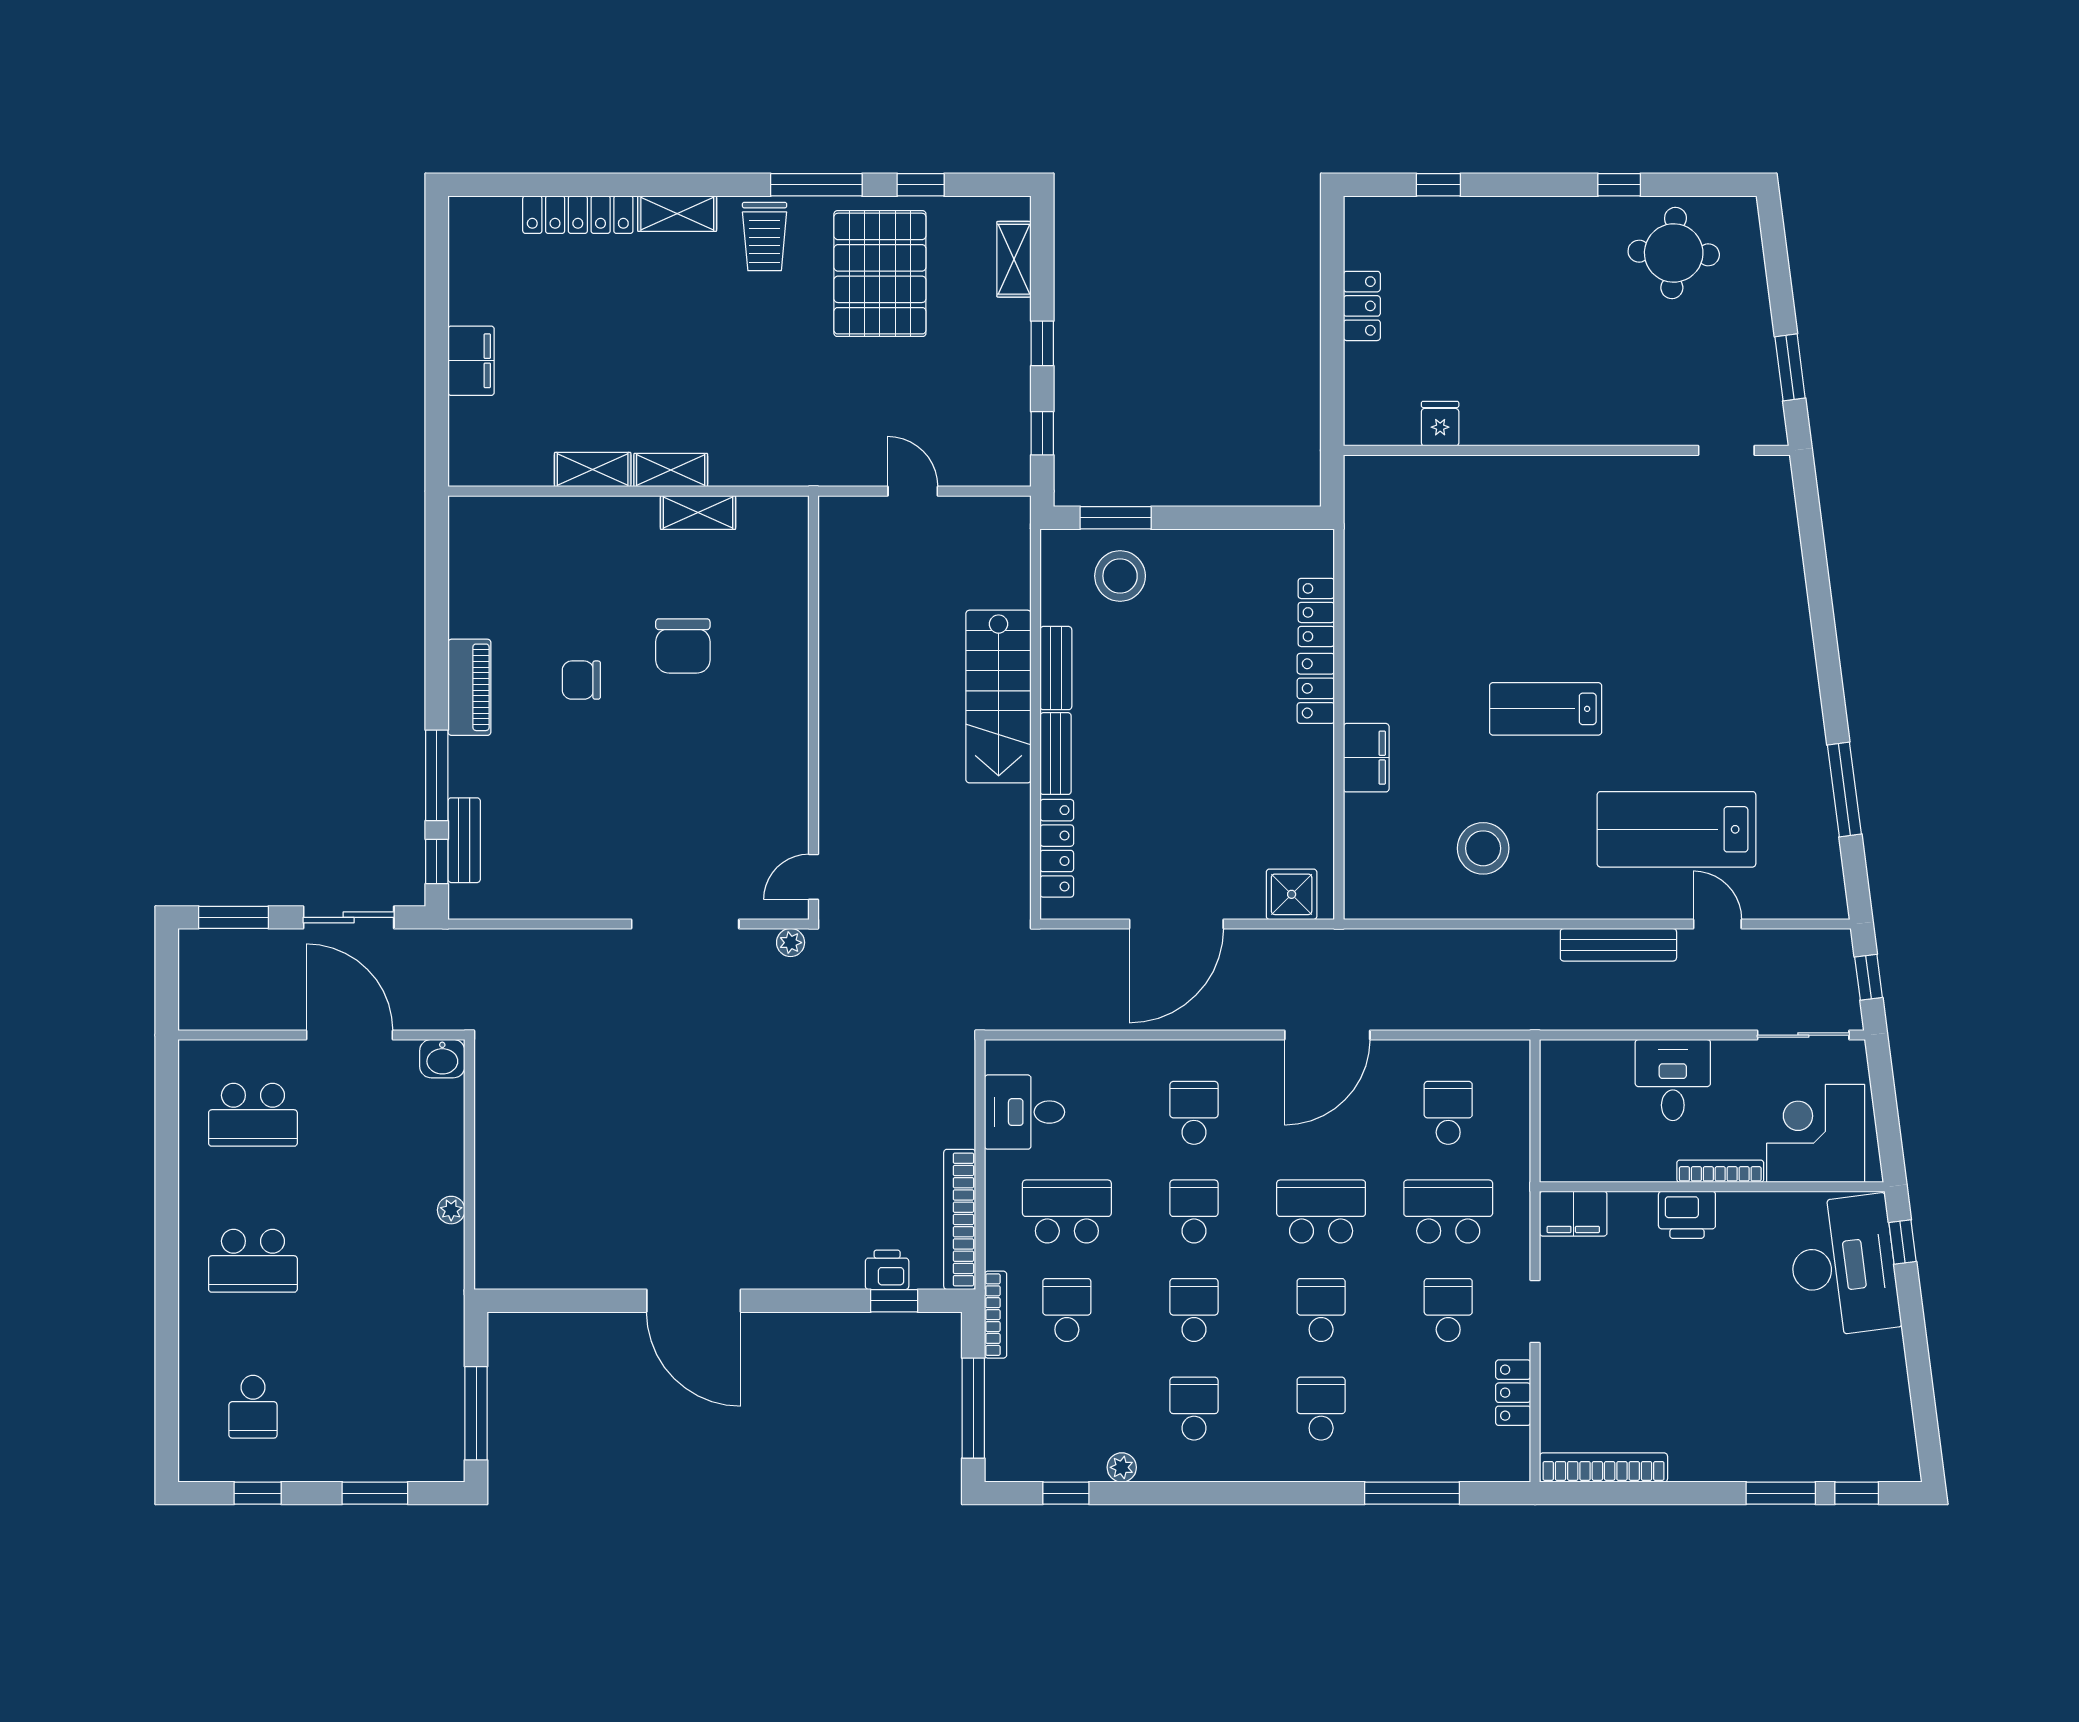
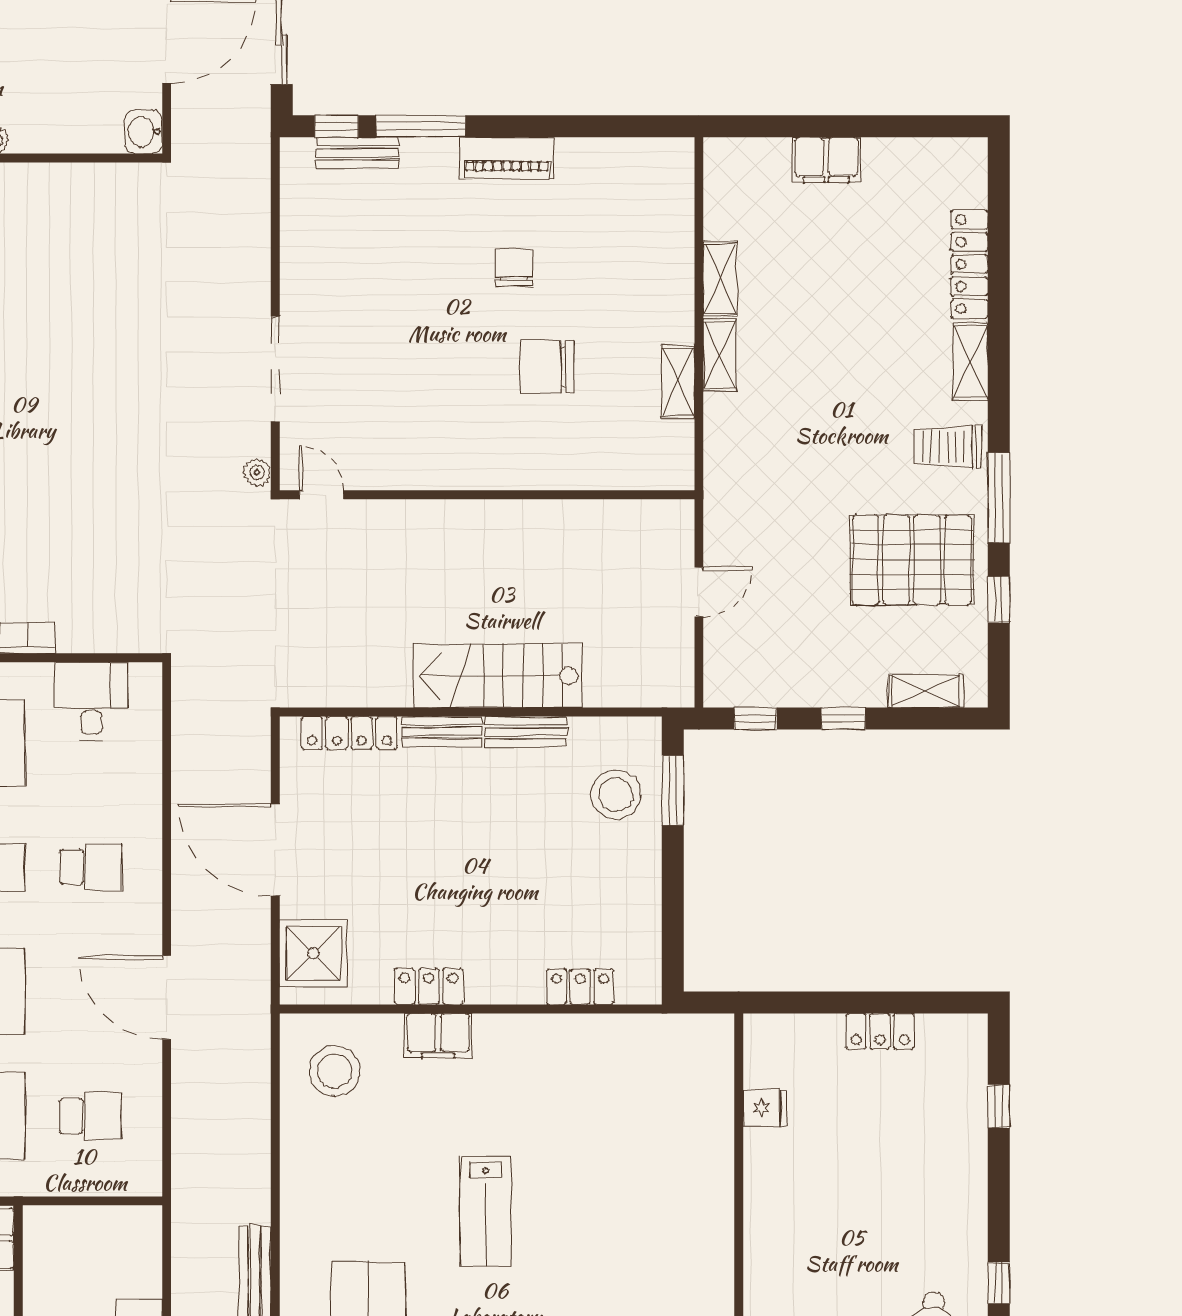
locker: (1316, 688) -> (429, 986), moved
lab bench: (1546, 709) -> (486, 1211), turned 180
stool: (1483, 848) -> (335, 1071), moved
shower: (1292, 894) -> (313, 954), width x1.36, depth x1.36

